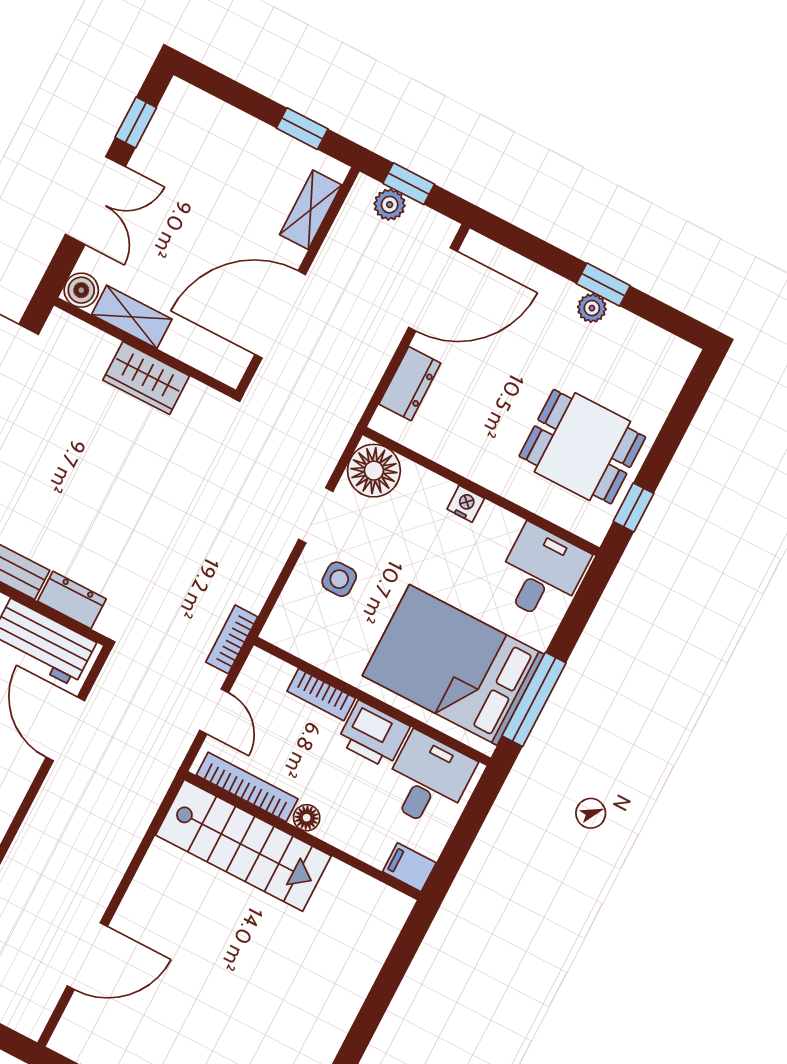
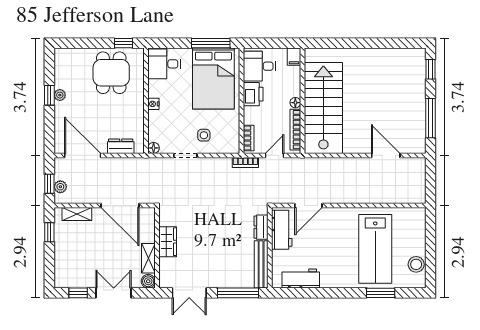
floor lamp: (374, 471) -> (154, 148), width x0.53, depth x0.53
bookcase: (321, 695) -> (249, 138), moved
stairs: (243, 845) -> (323, 108), width x1.36, depth x1.51

